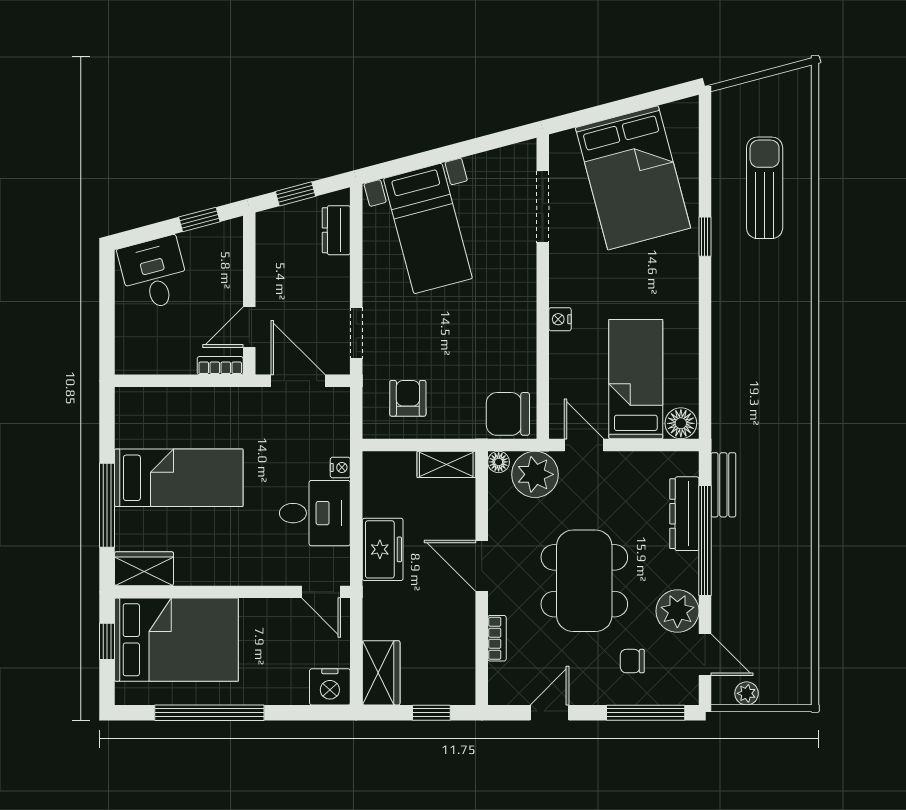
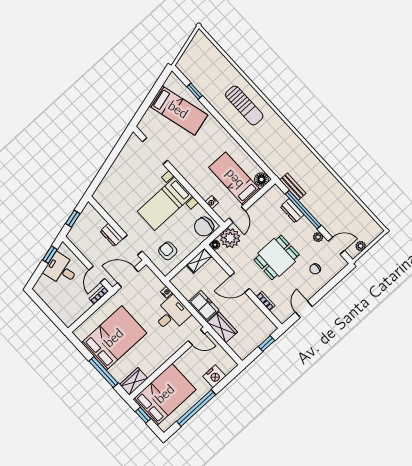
bed: (633, 178) -> (178, 110), width x0.67
sun lounger: (765, 188) -> (244, 105), moved, turned 180
bed with nightstands: (428, 228) -> (165, 204), moved, turned 105
dresser: (336, 230) -> (111, 235), moved
window: (705, 237) -> (195, 91), moved
desk: (154, 274) -> (61, 269), moved
nightstand: (560, 319) -> (212, 202), moved
door: (584, 445) -> (237, 215), swing flipped
bed: (179, 478) -> (114, 338), width x1.50
dresser: (684, 514) -> (292, 211), width x0.70
dining table: (584, 581) -> (277, 257), width x0.73
plant: (677, 611) -> (318, 237), width x0.53, depth x0.53
wardrobe: (381, 673) -> (222, 327), moved
nightstand: (330, 687) -> (214, 376), moved
window: (646, 713) -> (334, 281), removed

